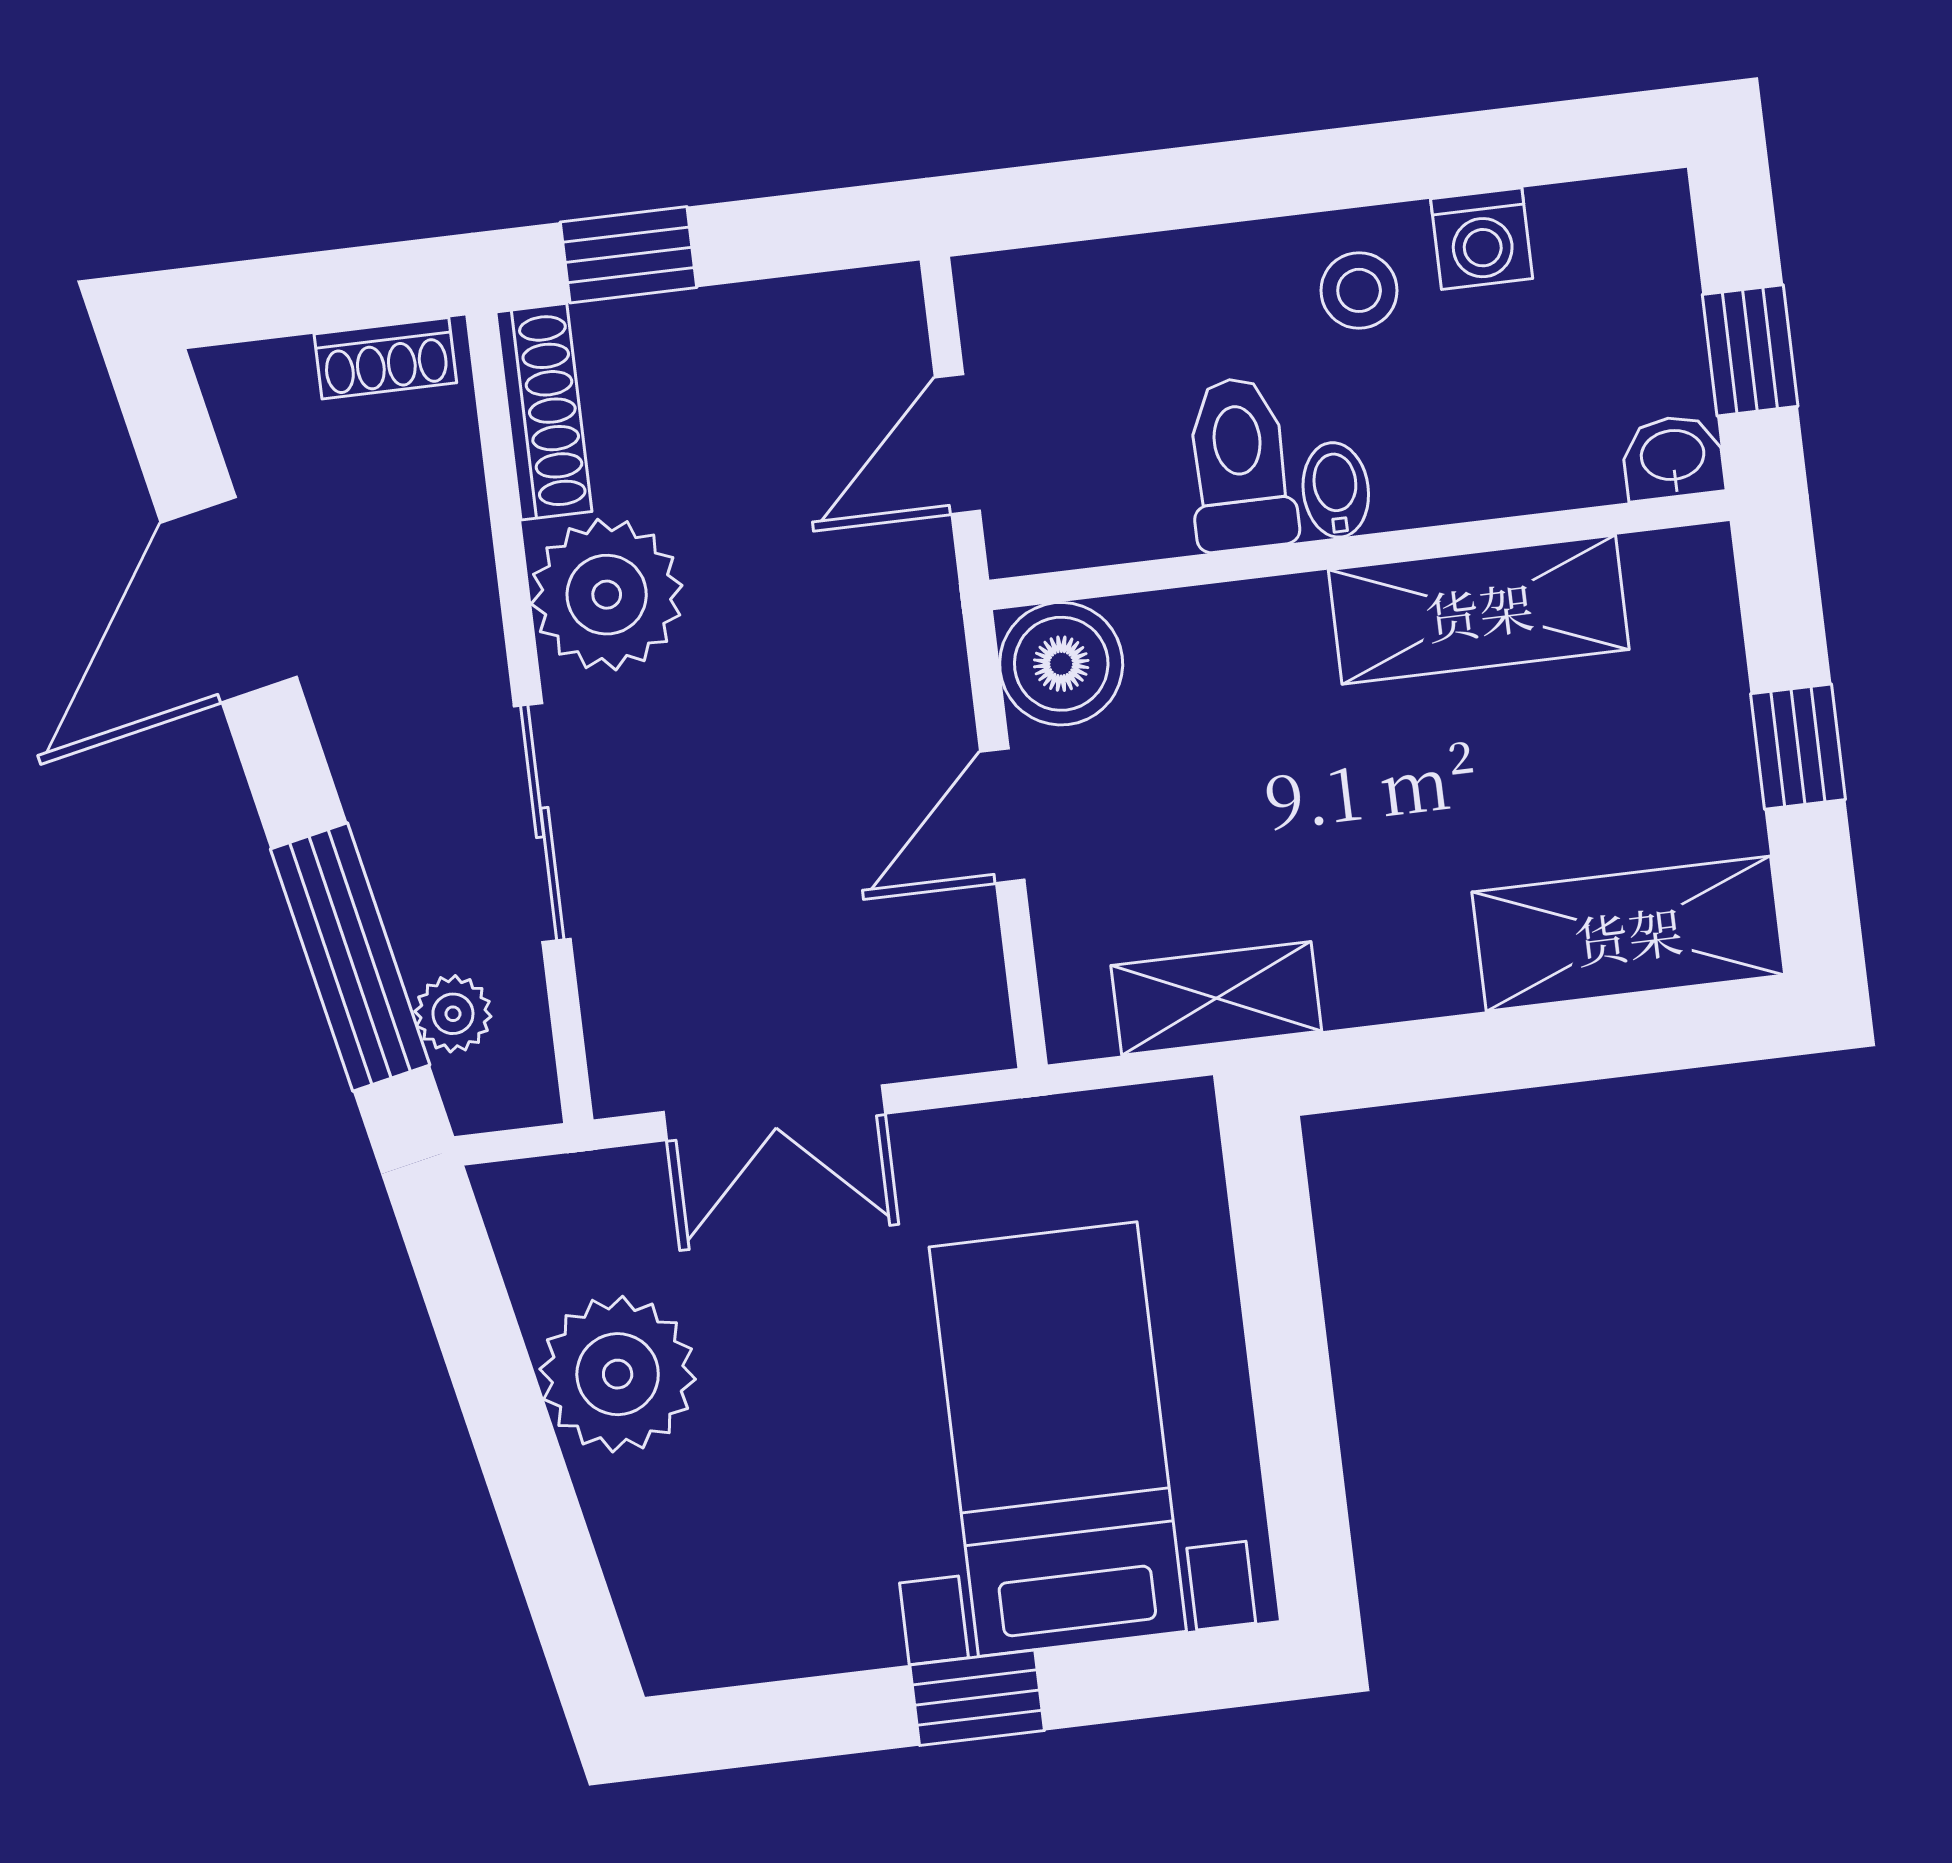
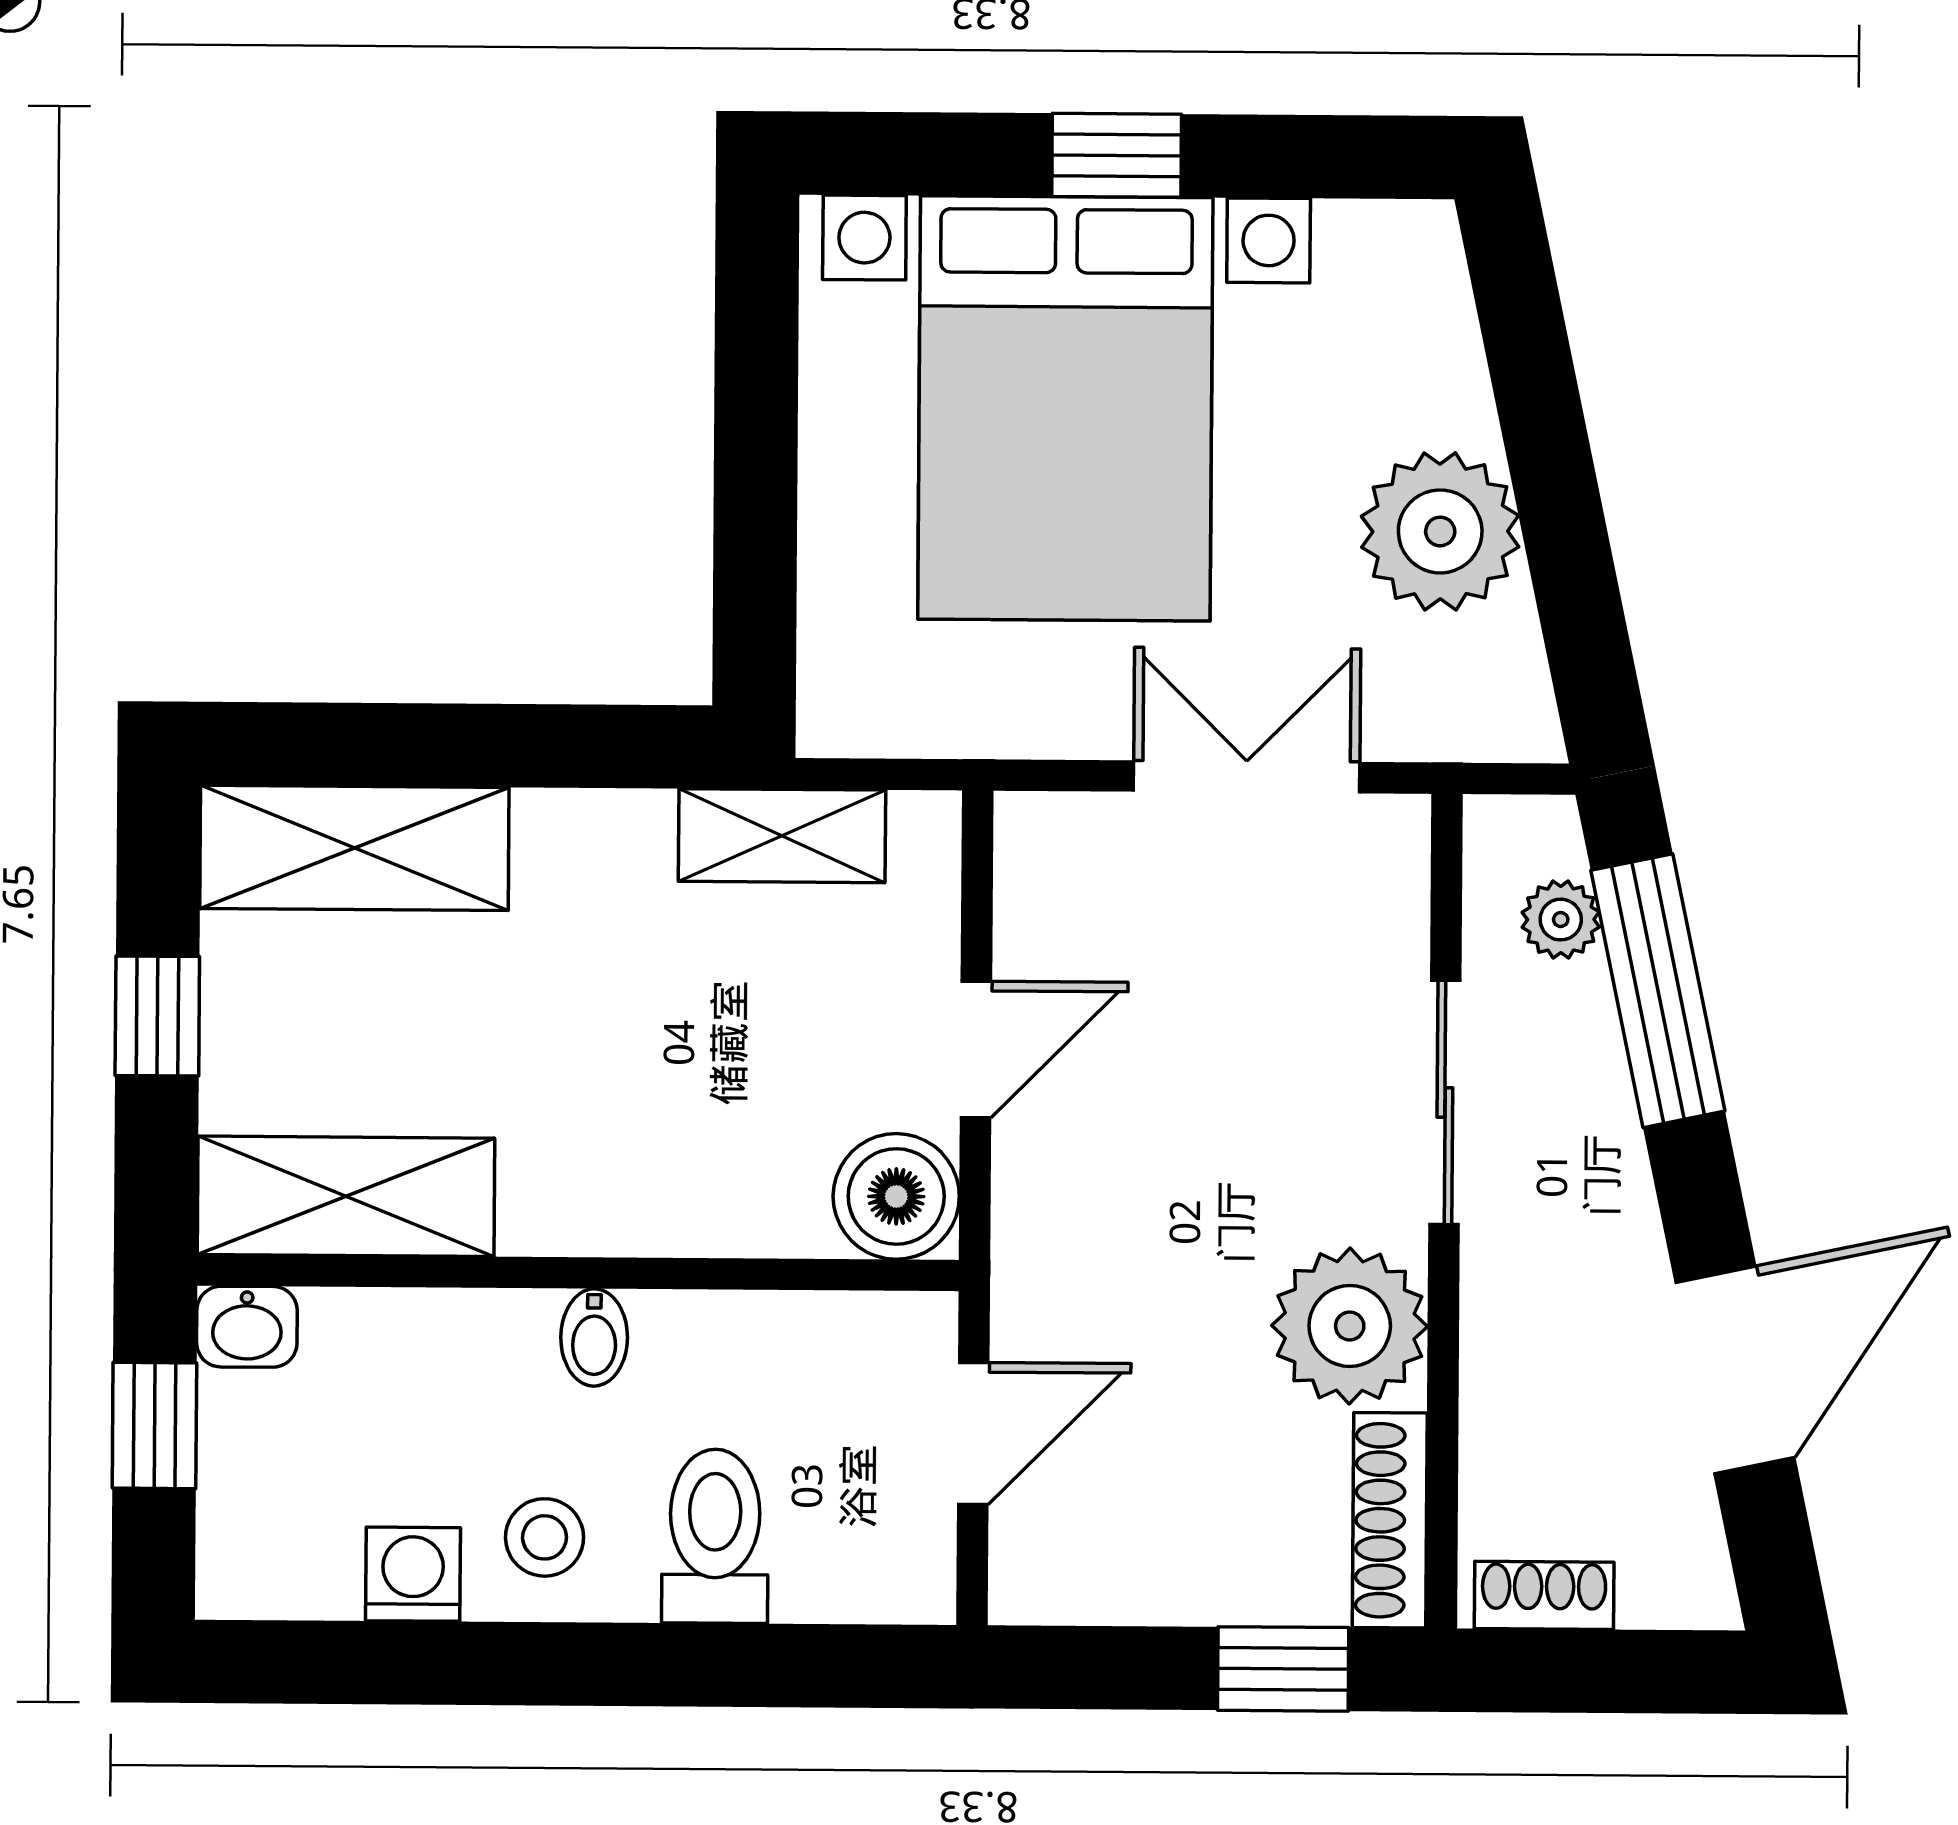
toilet: (1240, 464) -> (715, 1536), moved, turned 180
shelving: (1479, 610) -> (346, 1196), moved
bed with nightstands: (1058, 1439) -> (1065, 408), width x1.36

